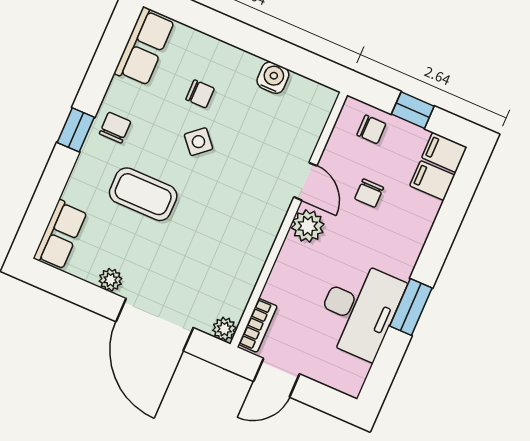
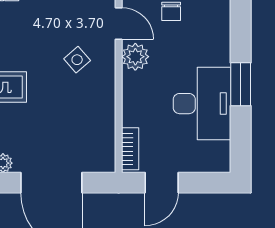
side table: (198, 142) -> (77, 60), moved
plant: (224, 329) -> (106, 163), removed

